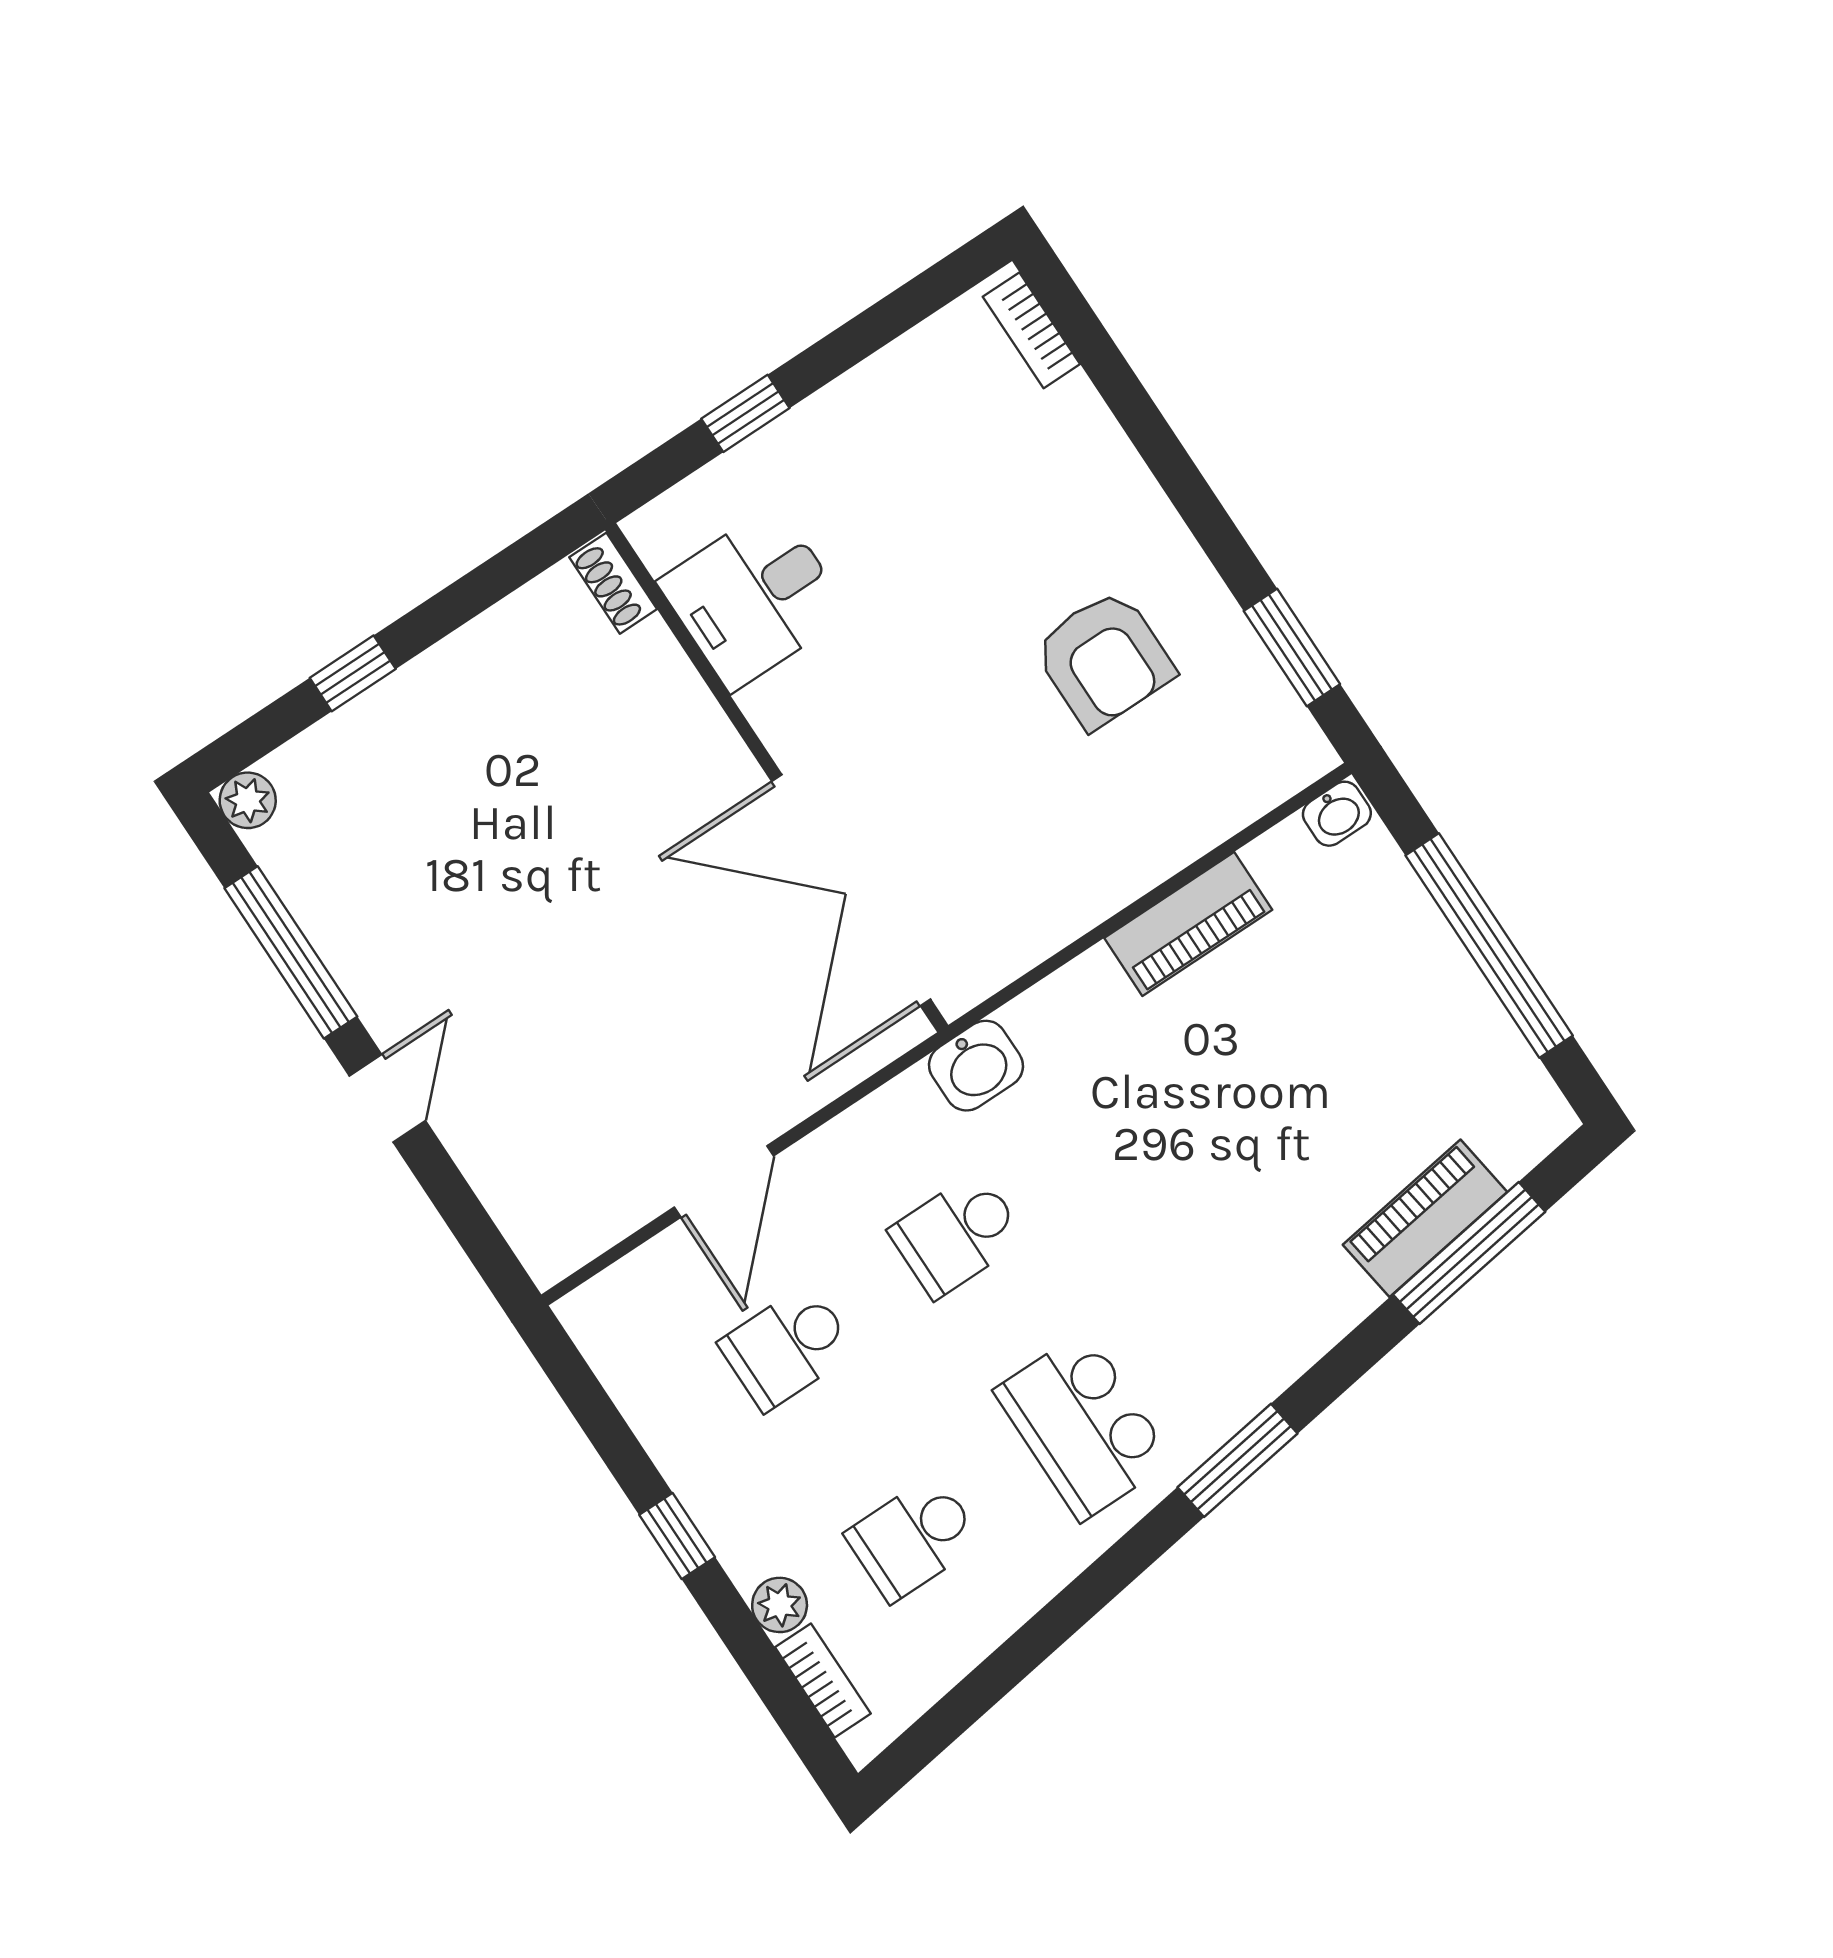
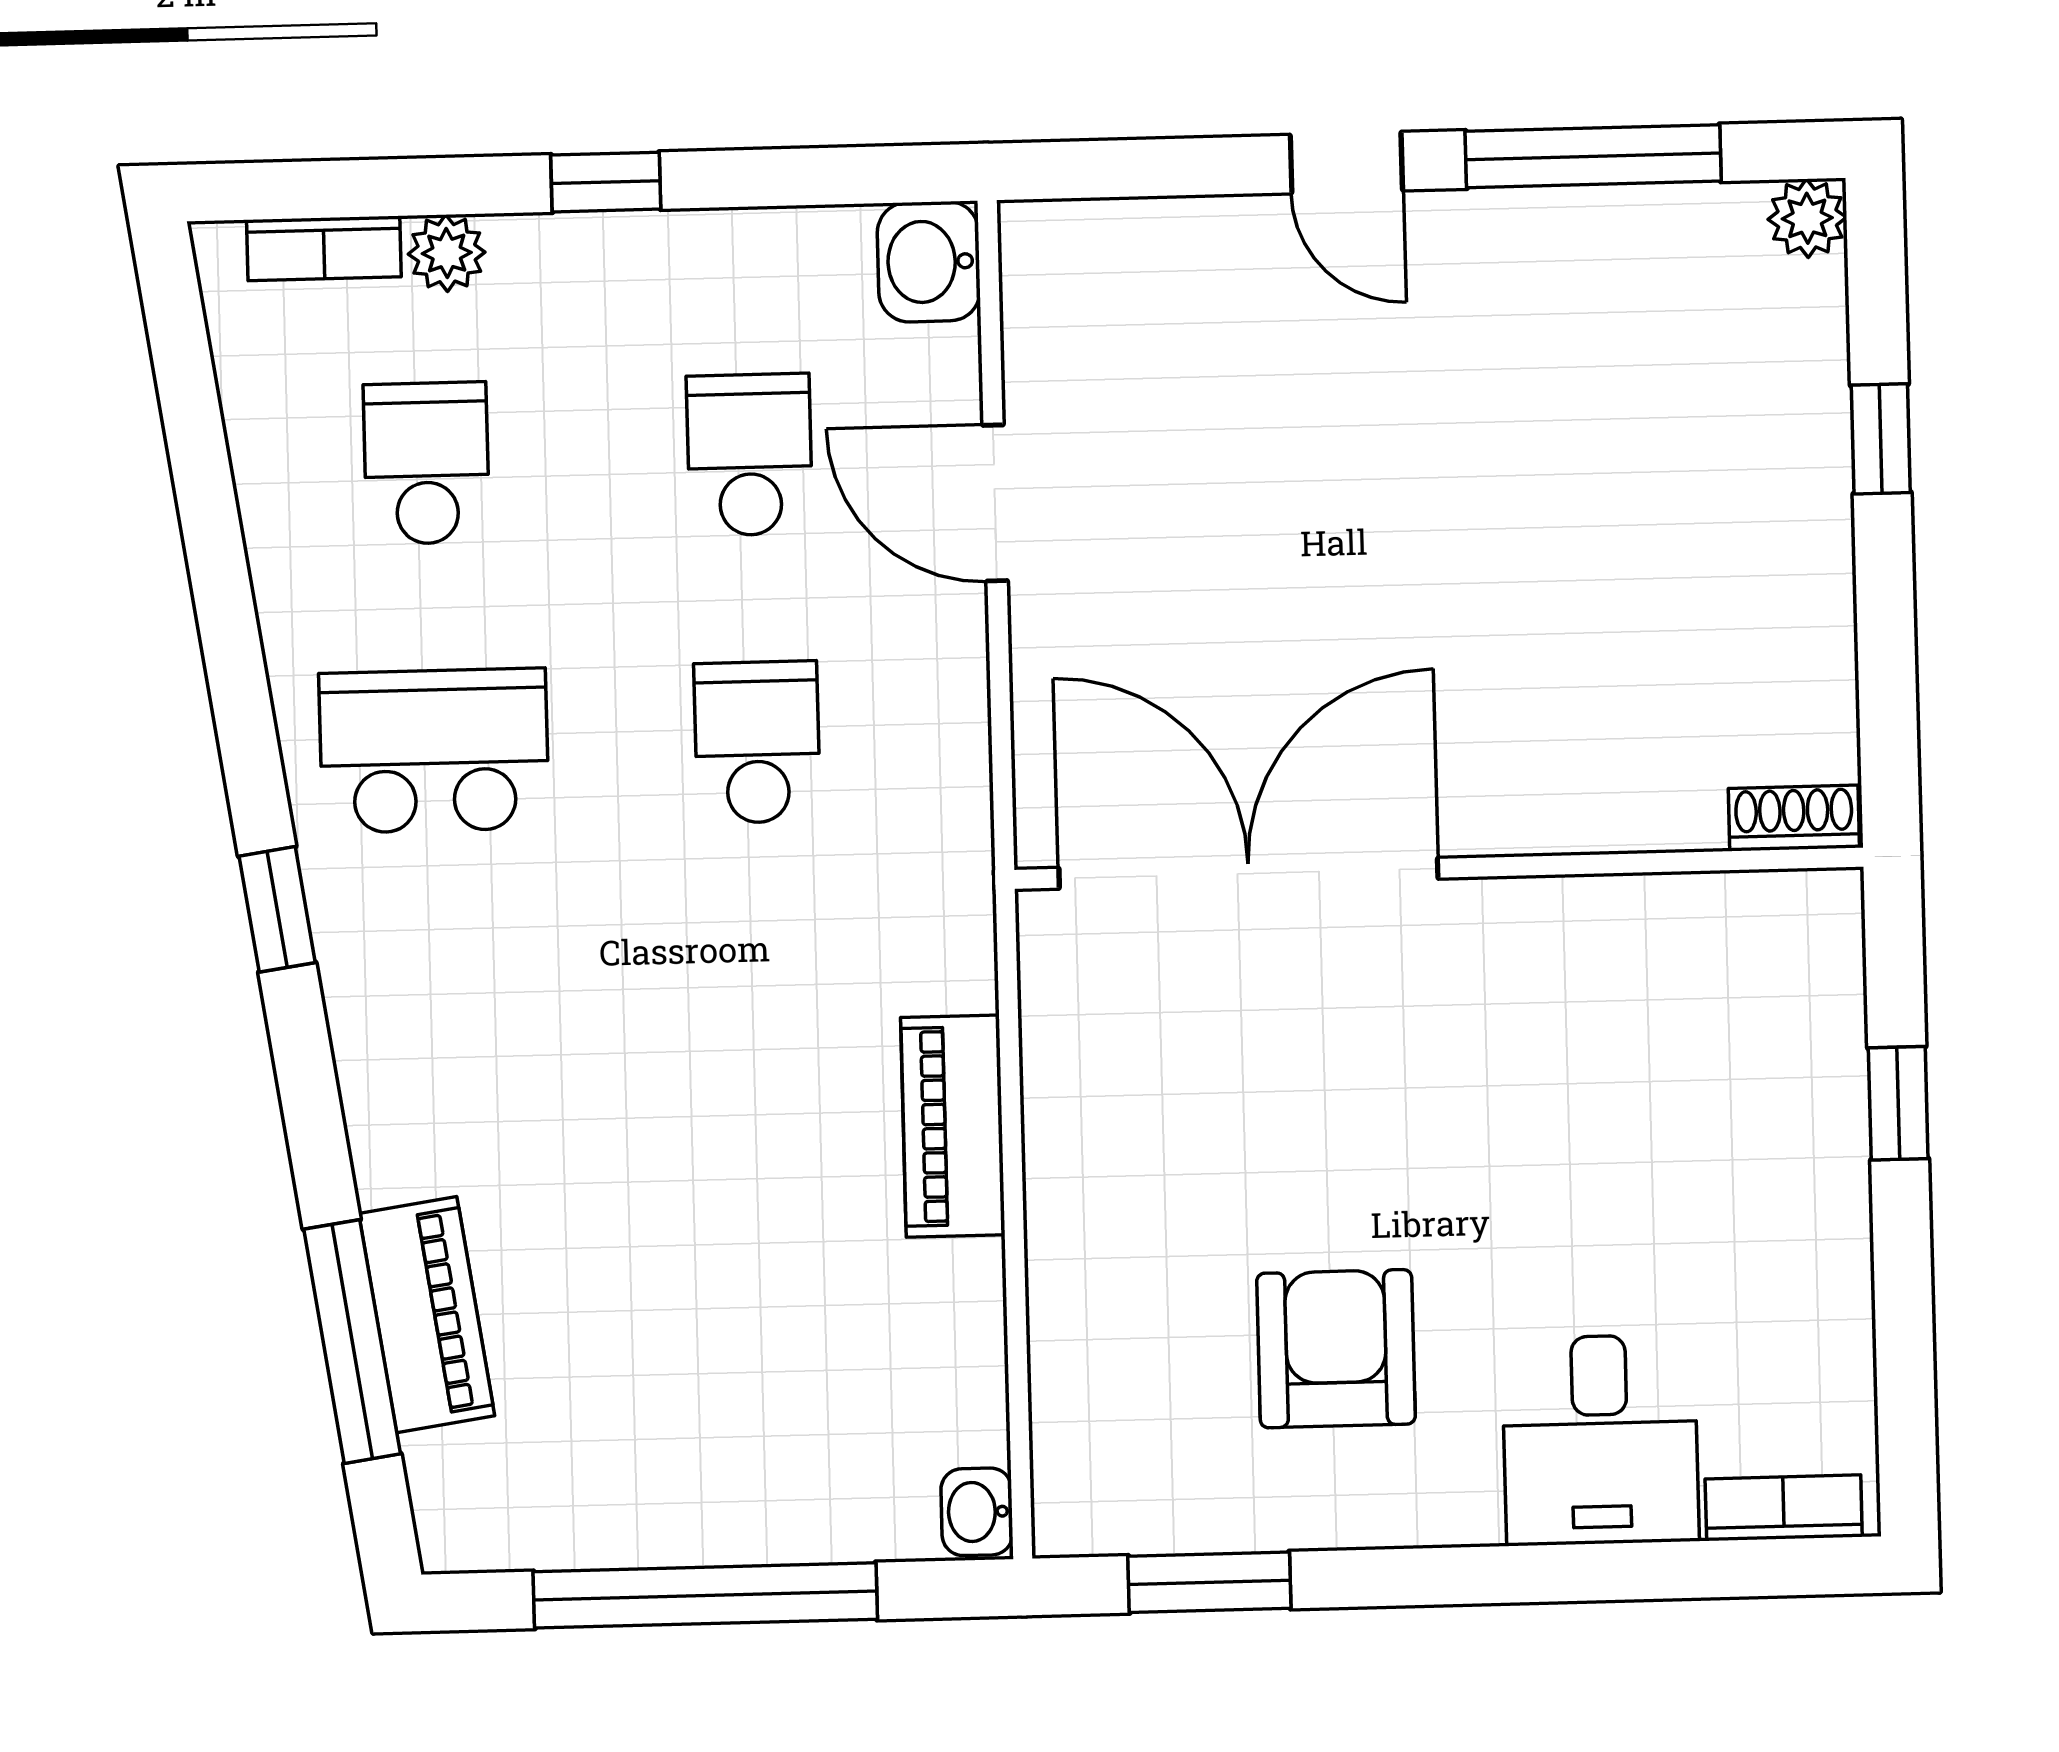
desk: (754, 598) -> (1600, 1440), moved, turned 180
armchair: (1104, 659) -> (1336, 1349), turned 90
piano: (1188, 924) -> (953, 1126), moved
washbasin: (976, 1066) -> (929, 262), moved
window: (1238, 1460) -> (277, 909), width x0.67

